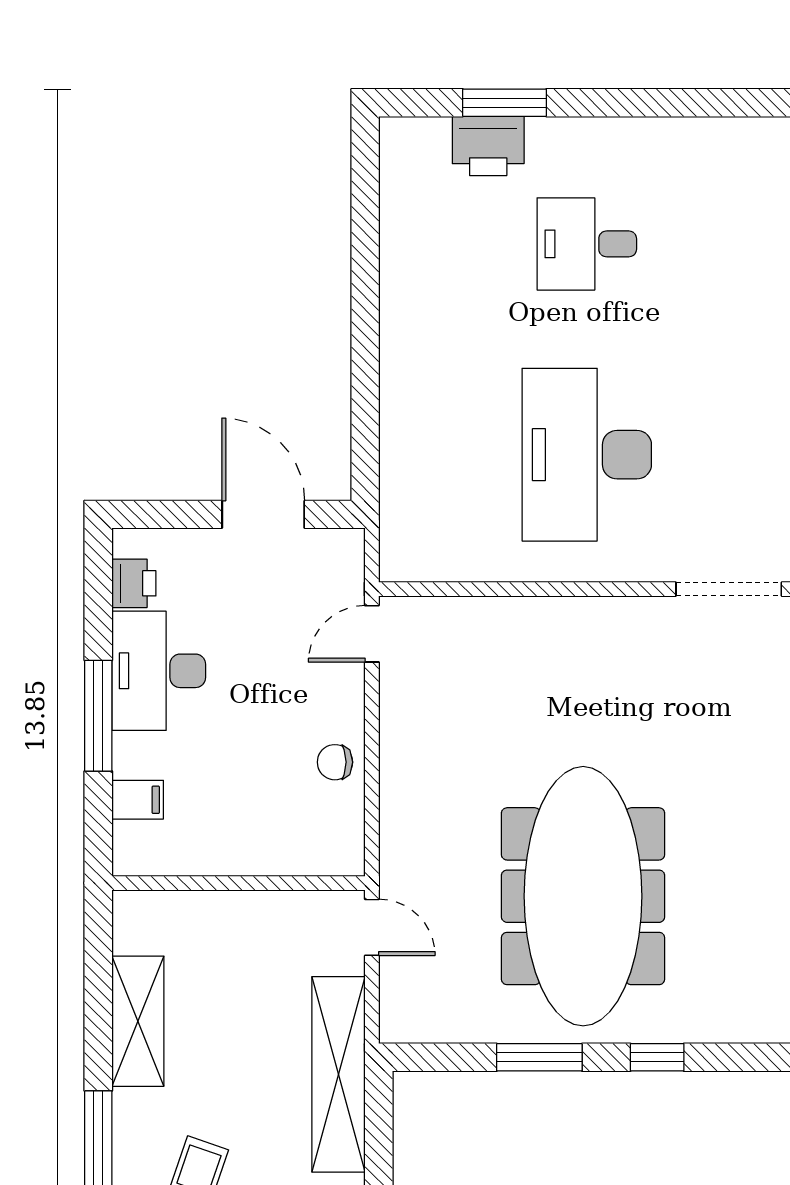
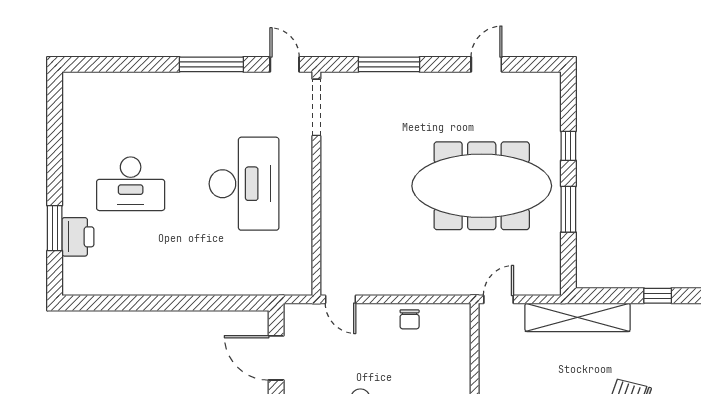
desk: (587, 244) -> (131, 184), width x1.37
desk: (587, 455) -> (244, 184), turned -90
door: (263, 514) -> (276, 358), hinge flipped

